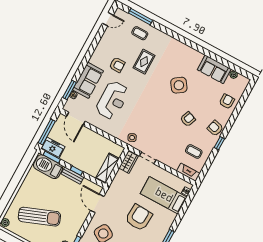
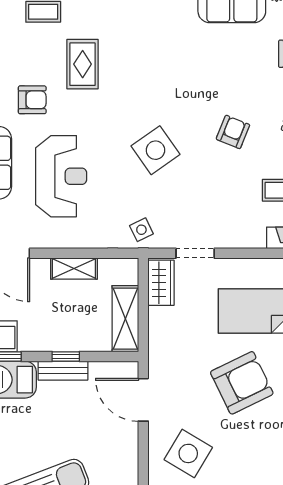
side table: (179, 85) -> (155, 150), moved
shelving: (98, 138) -> (74, 268), added
armchair: (139, 218) -> (242, 383), turned 61

